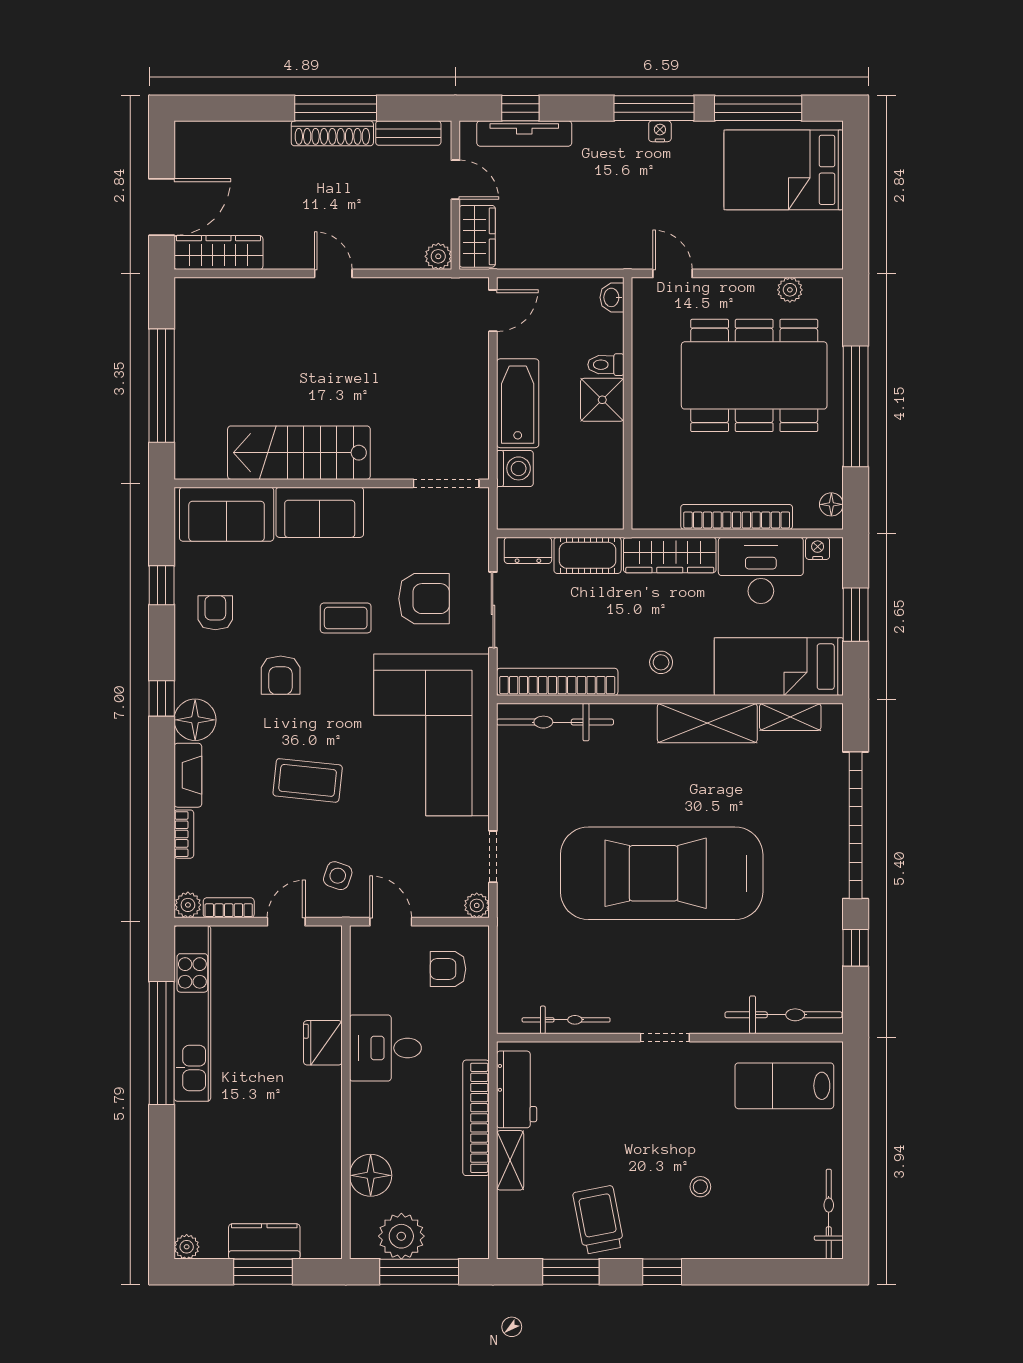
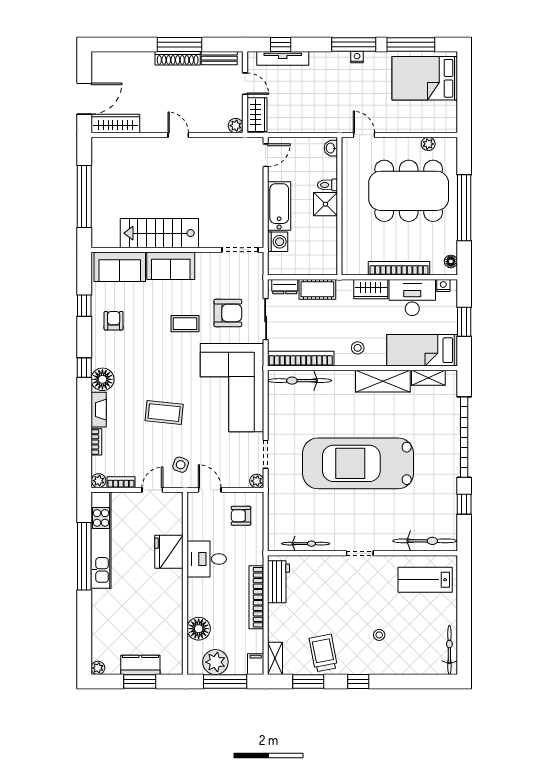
wardrobe: (670, 555) -> (371, 289), width x0.67
armchair: (281, 675) -> (149, 355), removed
fridge: (323, 1043) -> (169, 552), width x1.36, depth x1.34
shelving: (510, 1160) -> (275, 658), moved
filing cabinet: (475, 1240) -> (256, 664), added

